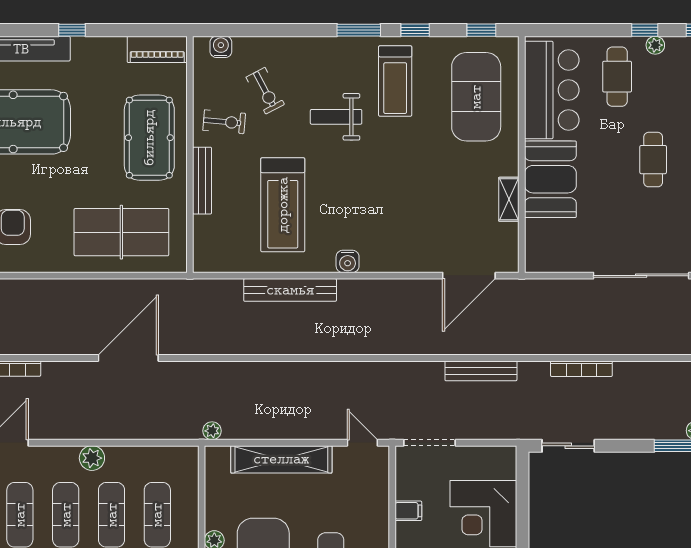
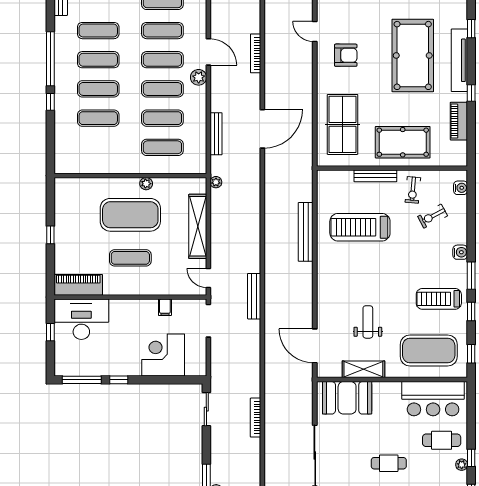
piano: (157, 49) -> (459, 121), moved
weight bench: (336, 117) -> (368, 322), moved
booth: (550, 179) -> (347, 398), moved
shelving: (509, 199) -> (363, 369), width x1.50, depth x1.33
water cooler: (348, 261) -> (460, 252), moved, turned 180
door: (128, 358) -> (262, 129), hinge flipped
bench: (481, 371) -> (254, 296), moved
bench: (136, 431) -> (216, 134), added
door: (362, 443) -> (208, 278), swing flipped
plant: (92, 458) -> (199, 77), moved

